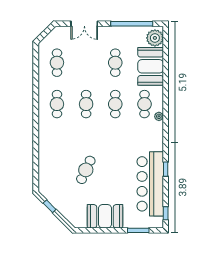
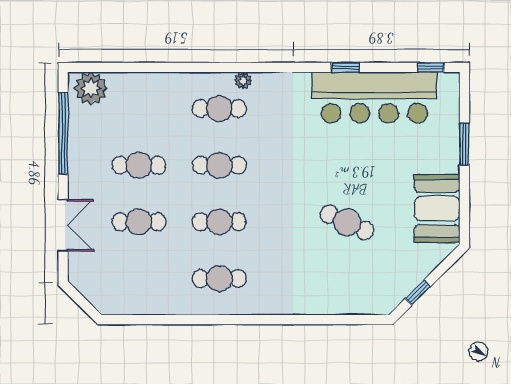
cafe table: (57, 63) -> (139, 222), moved
booth: (151, 66) -> (146, 97), removed
booth: (105, 216) -> (437, 208), moved
window: (138, 230) -> (465, 144), moved

